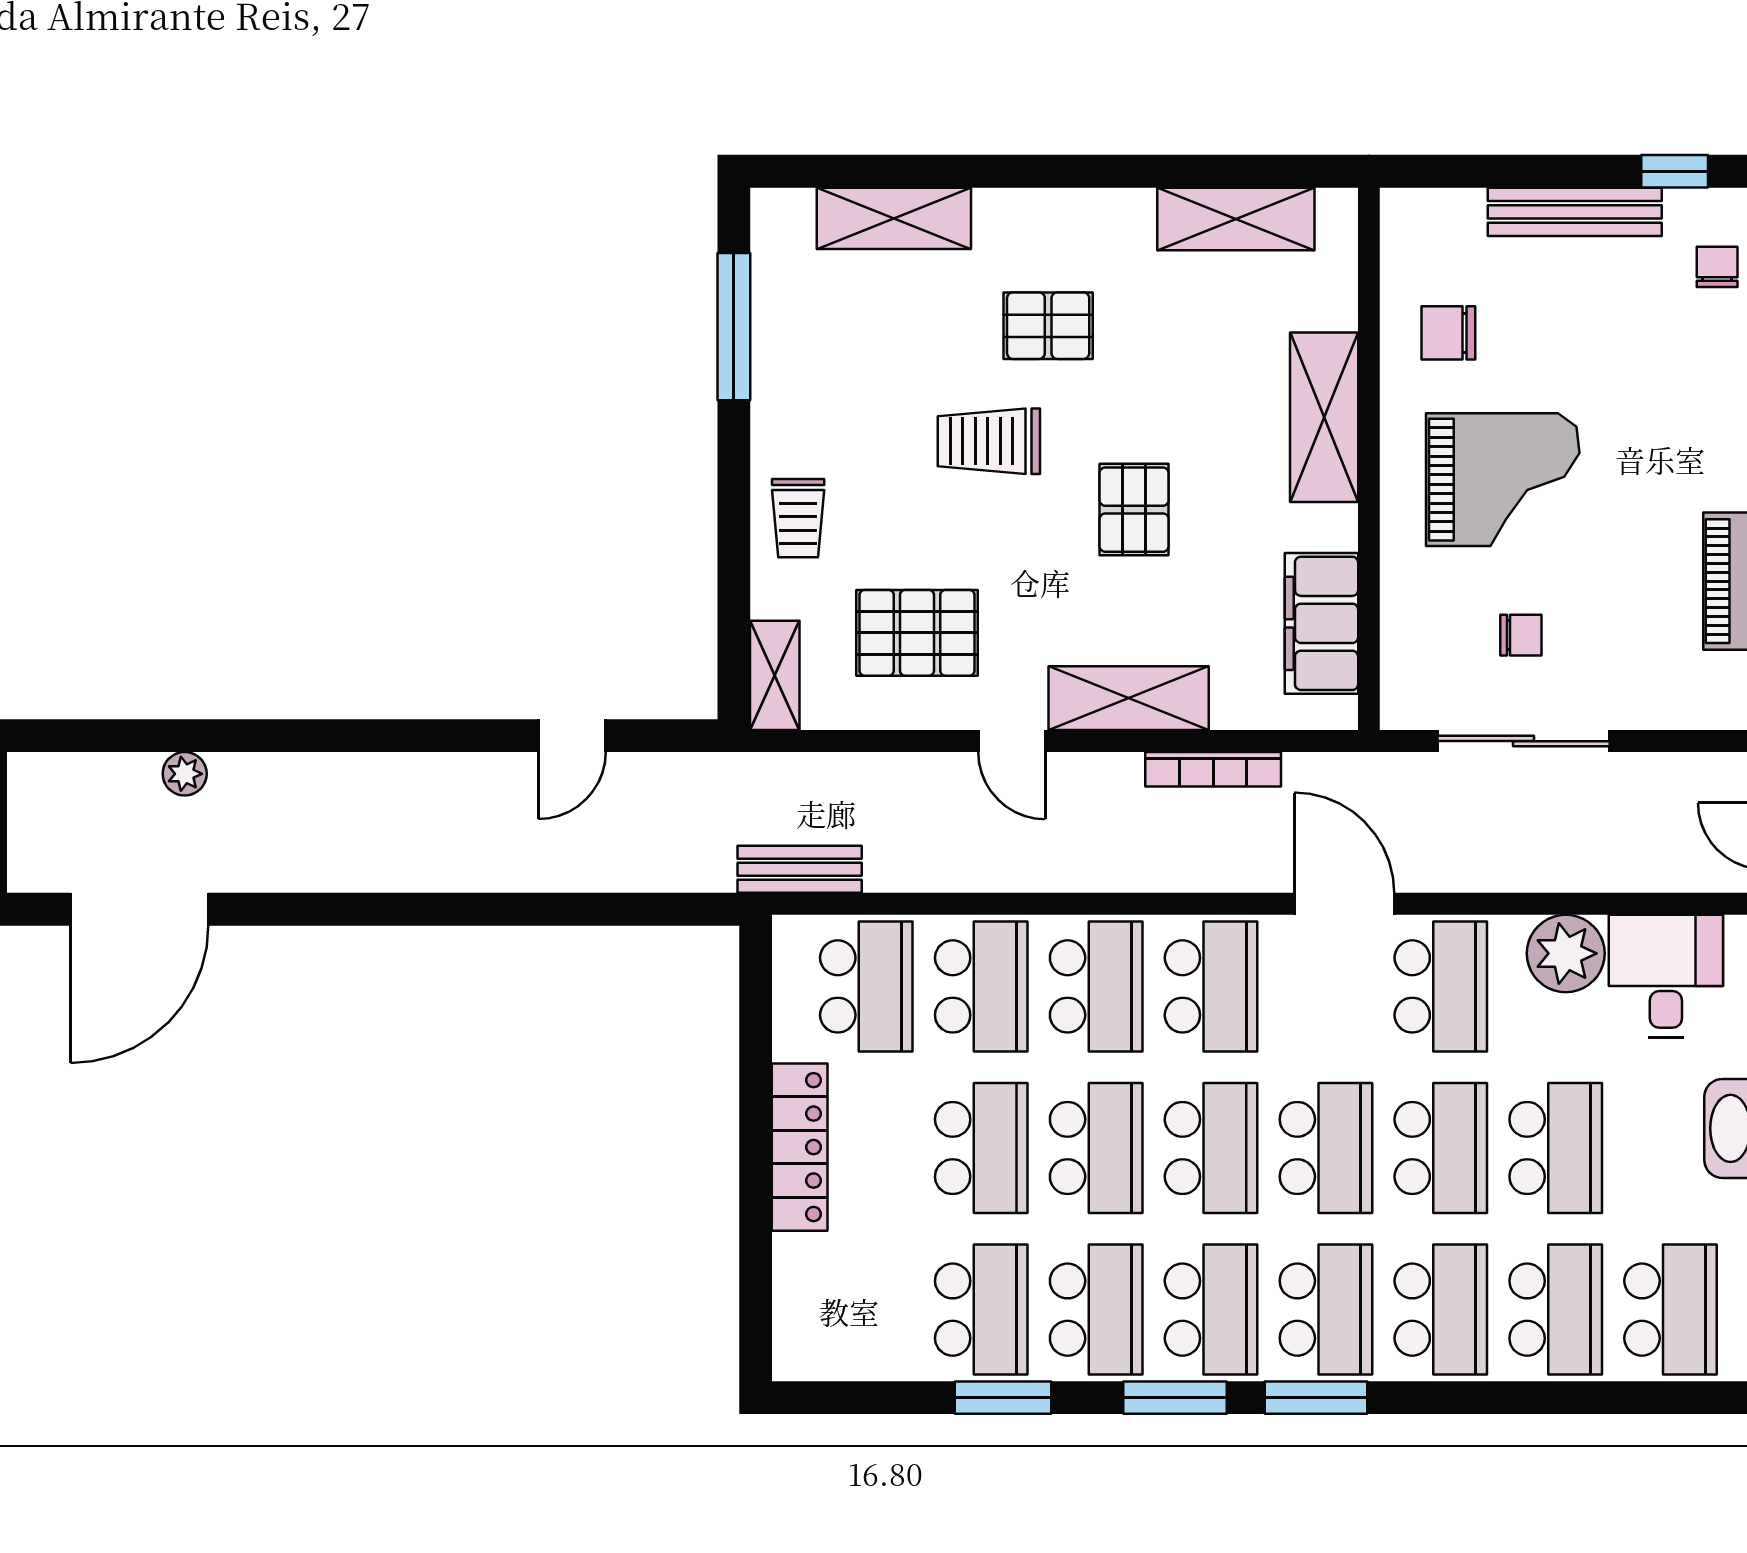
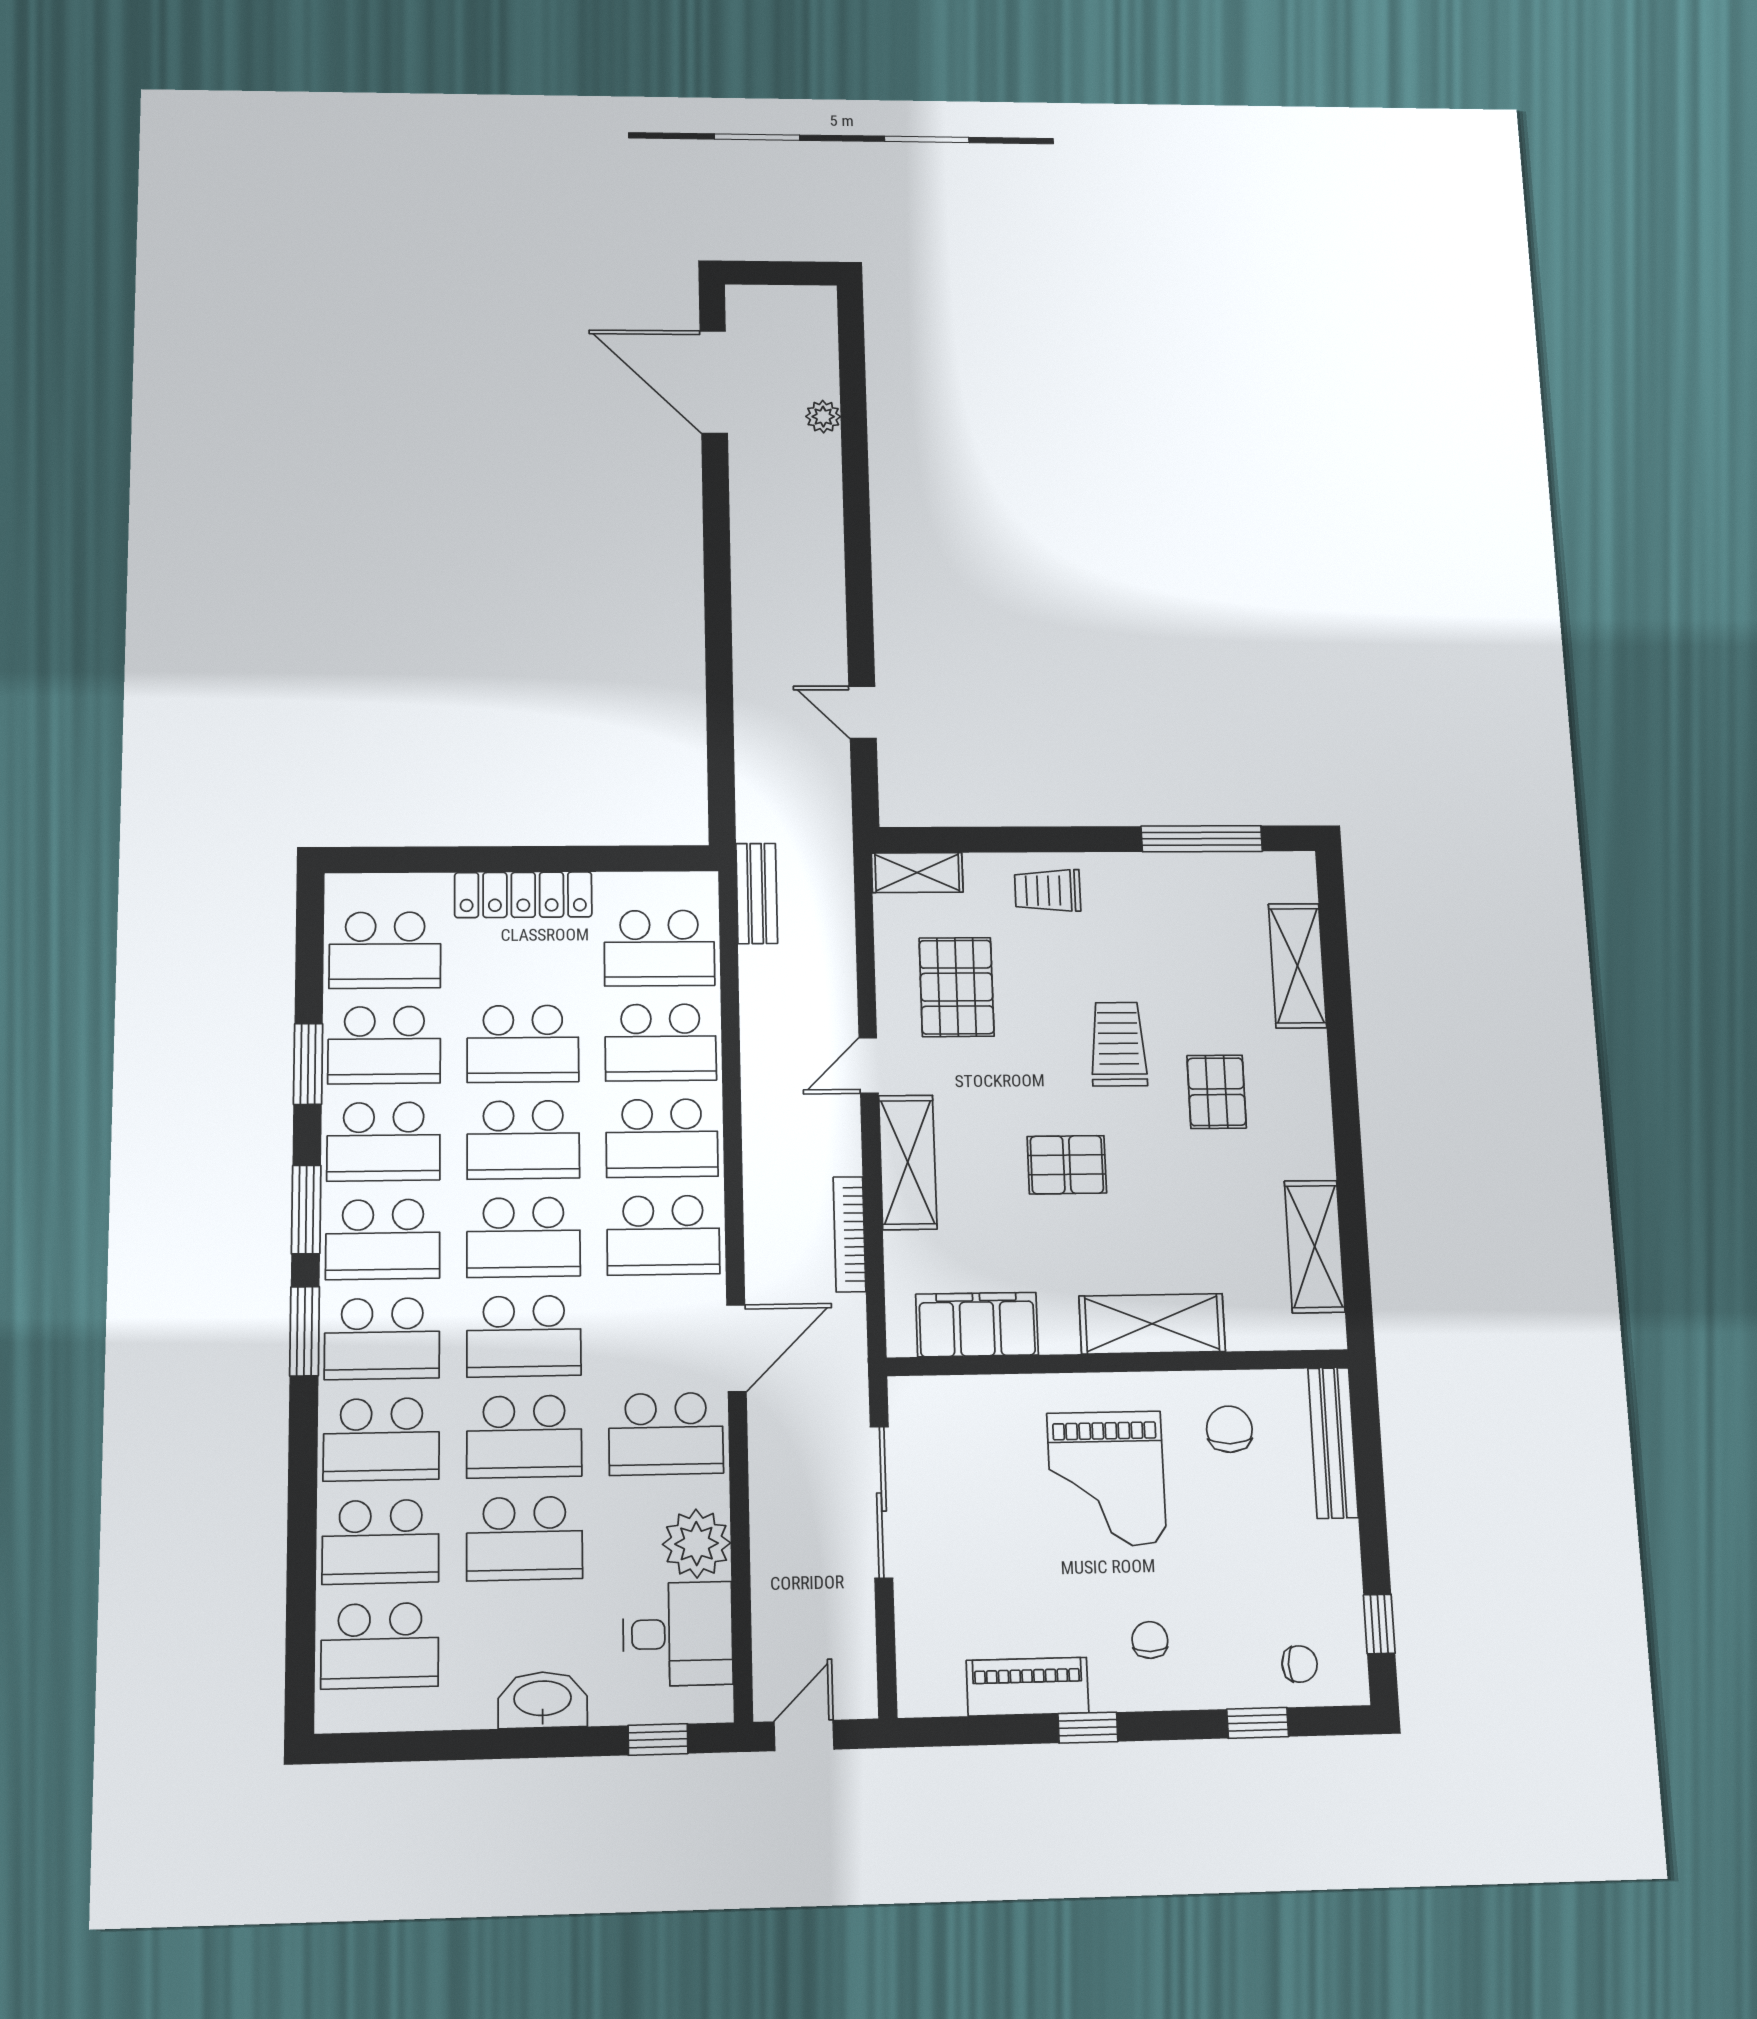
bench: (1575, 212) -> (1333, 1443), moved
chair: (1521, 635) -> (1150, 1640), moved, turned 180
school desk: (866, 1310) -> (385, 950), added

